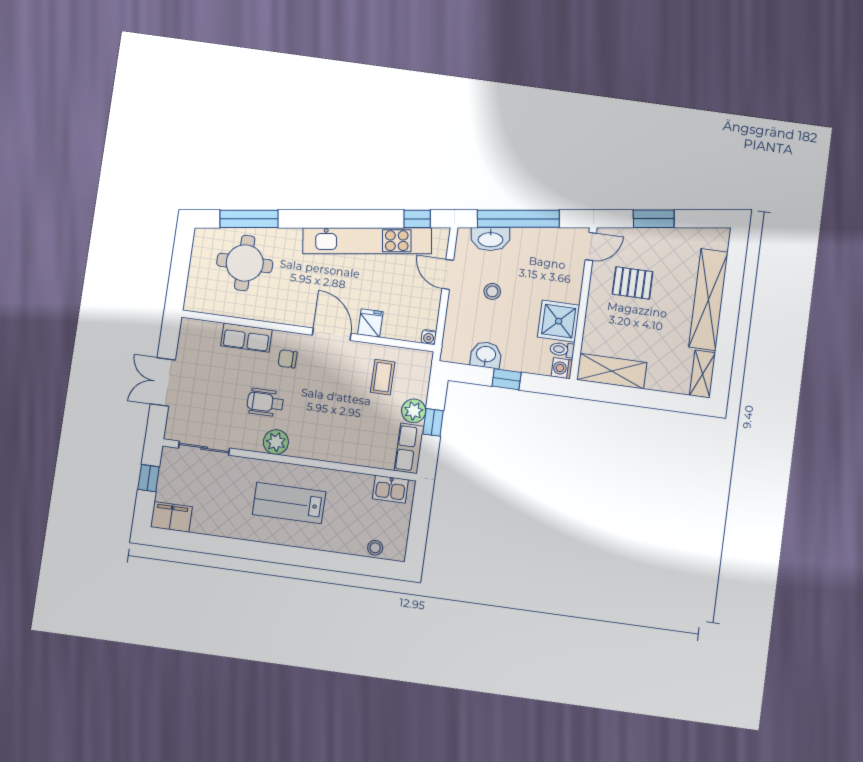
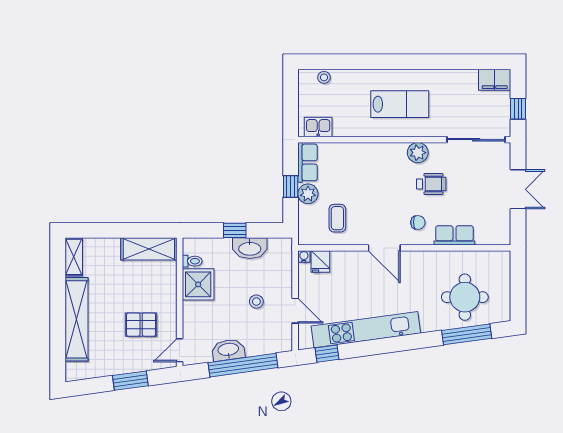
washbasin: (491, 239) -> (228, 350), moved
fridge: (370, 323) -> (320, 262), moved
washbasin: (486, 355) -> (250, 248), width x1.38
washing machine: (562, 368) -> (190, 246), removed
sliding door: (204, 448) -> (476, 140), width x1.37

